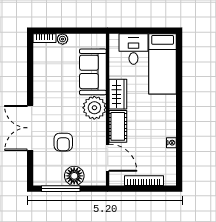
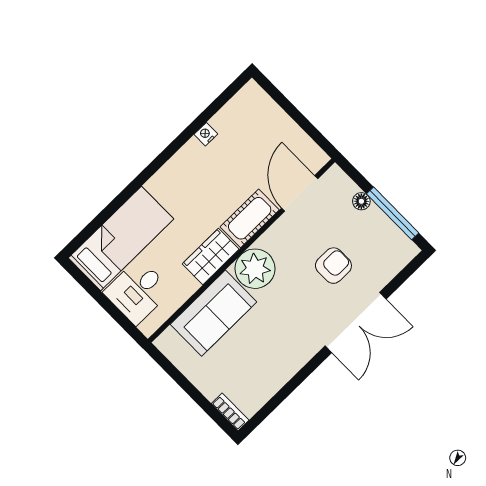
plant: (63, 39) -> (210, 389), removed
floor lamp: (74, 176) -> (361, 201), width x0.53, depth x0.53
bookcase: (144, 181) -> (284, 122), removed

